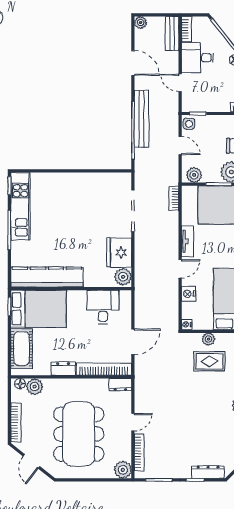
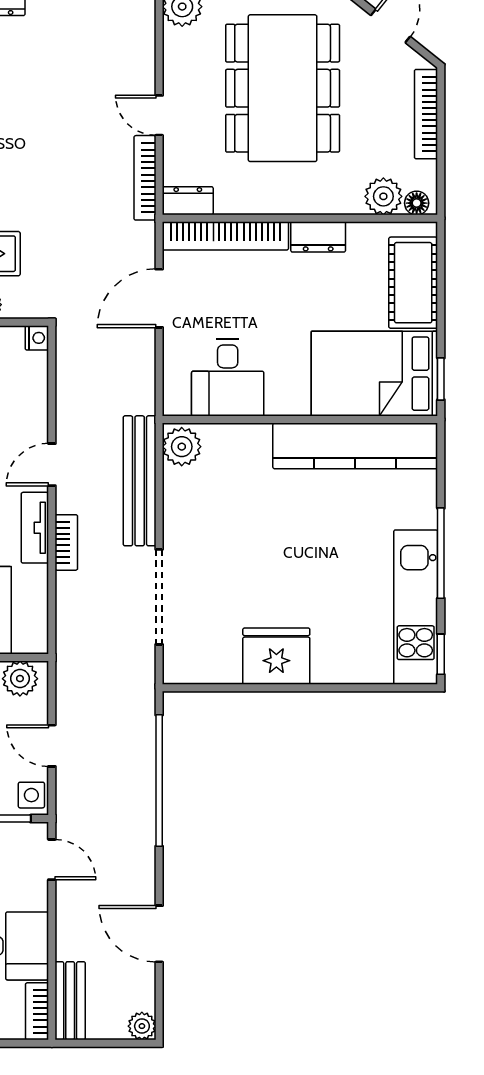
door: (180, 83) -> (52, 860), moved
bench: (142, 119) -> (140, 481), moved
bookcase: (174, 198) -> (66, 542), moved
fridge: (119, 252) -> (276, 656), moved, turned -90
nightstand: (188, 294) -> (33, 408), removed
door: (133, 422) -> (159, 115), hinge flipped
bookcase: (139, 452) -> (145, 178), moved

